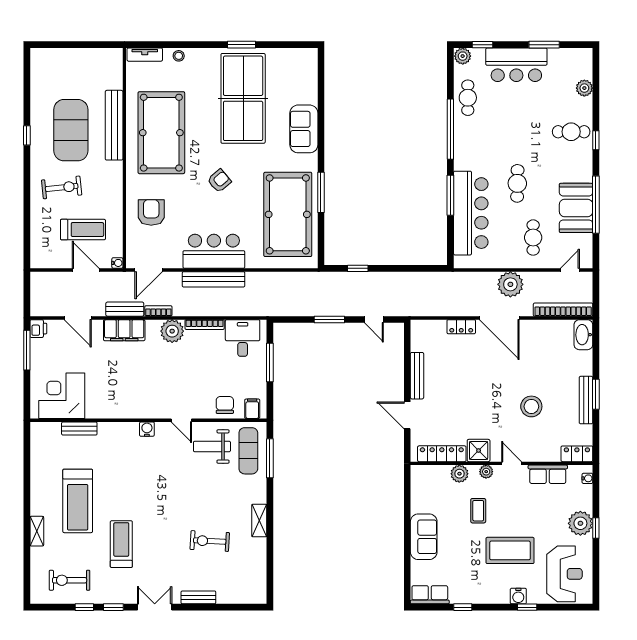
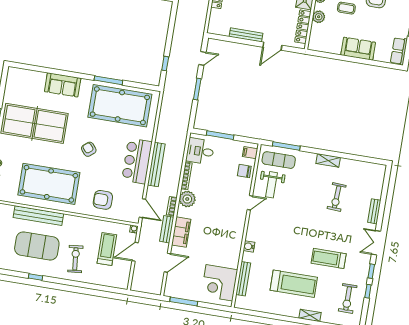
printer: (38, 329) -> (170, 291), removed
bench: (79, 429) -> (243, 279), width x1.36
water cooler: (147, 429) -> (249, 246), moved

